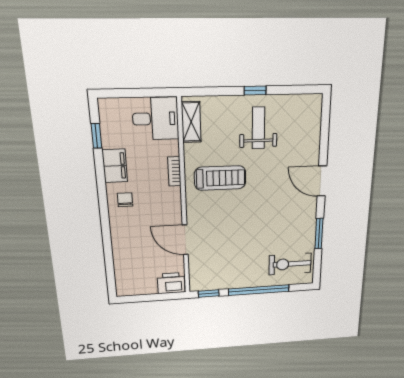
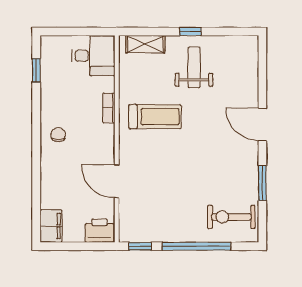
shelving: (191, 122) -> (145, 44), moved, turned 90
filing cabinet: (115, 166) -> (51, 226), moved

